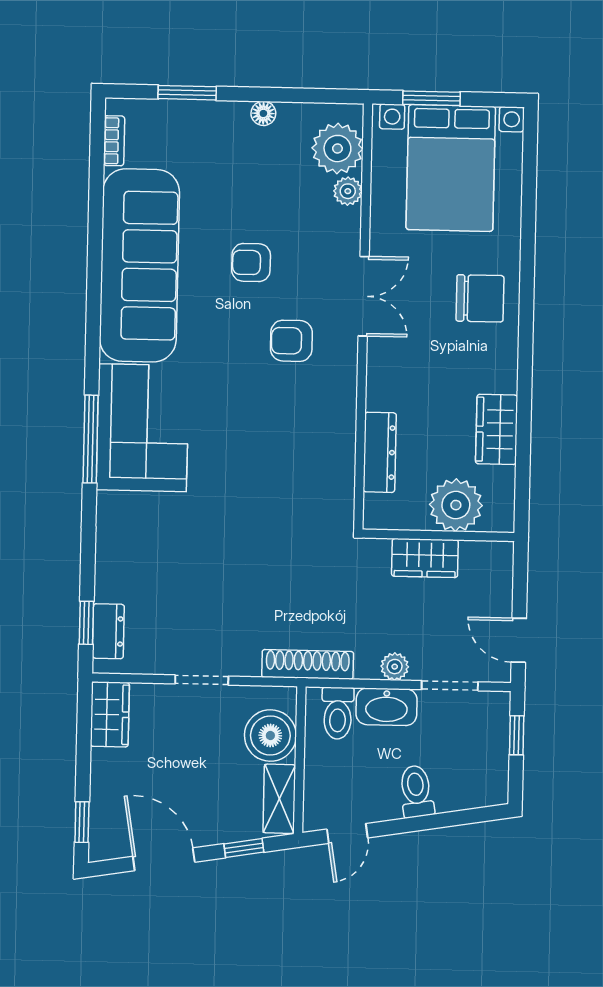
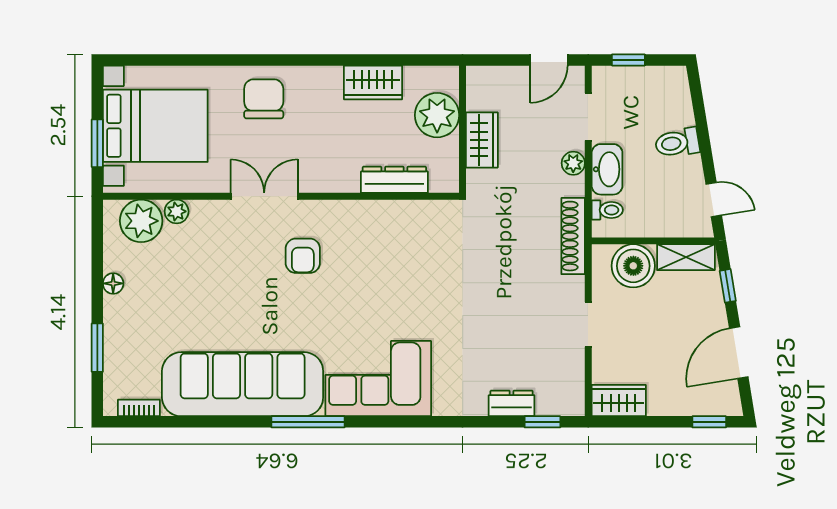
armchair: (251, 263) -> (238, 291), removed
window: (91, 439) -> (308, 422), moved
dresser: (108, 631) -> (512, 403), moved
toilet: (338, 713) -> (607, 210), width x0.73, depth x0.72

